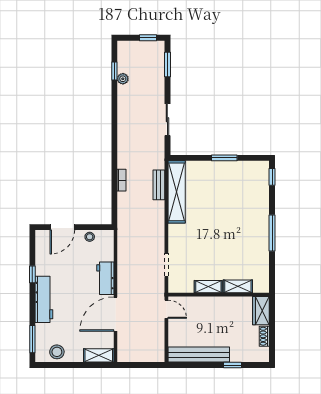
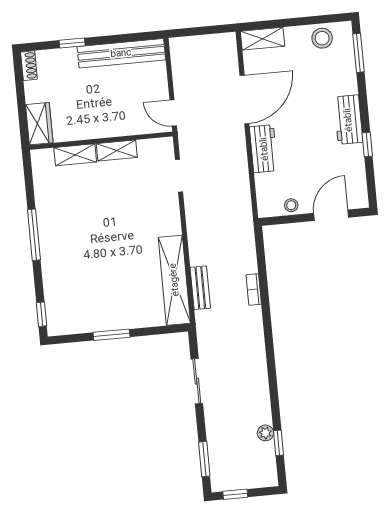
workbench: (44, 299) -> (348, 120), width x0.73
shoe rack: (264, 336) -> (29, 66), moved

